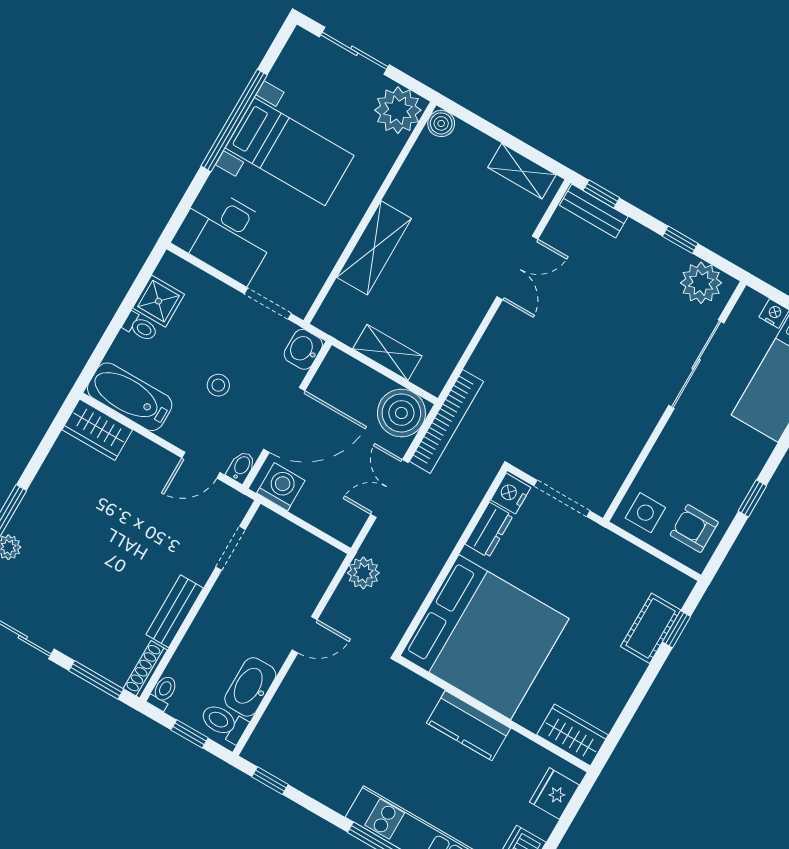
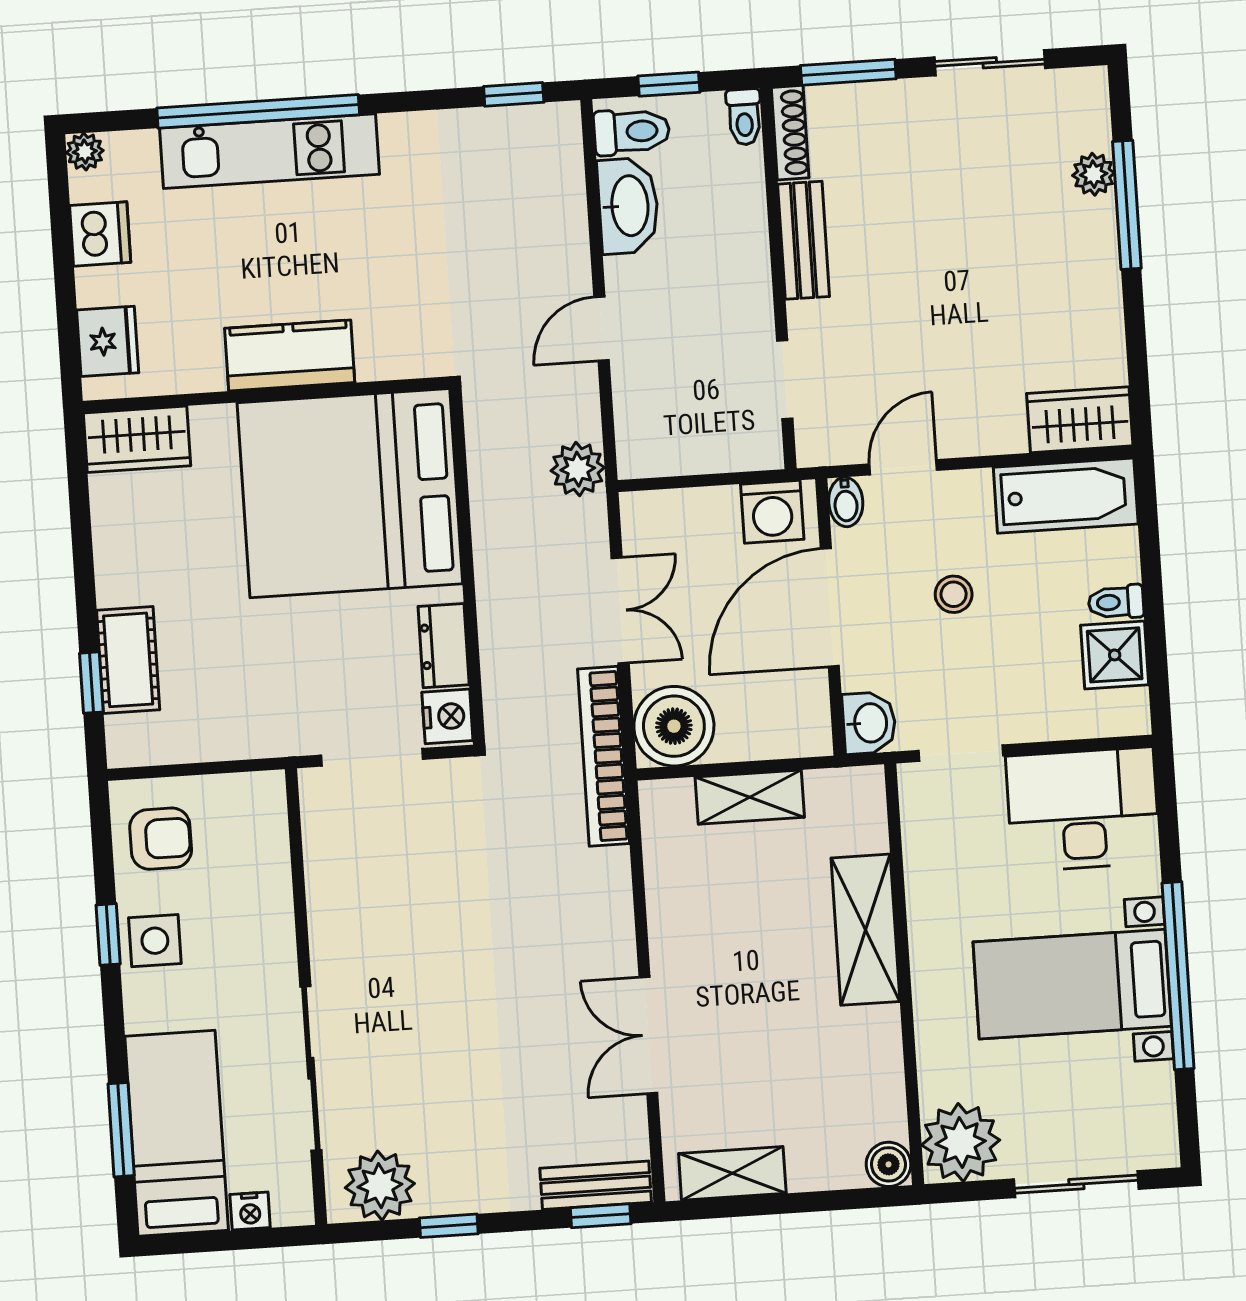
side table: (645, 513) -> (155, 941), moved

